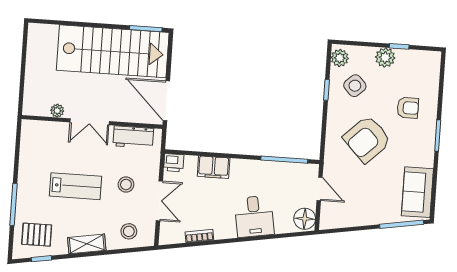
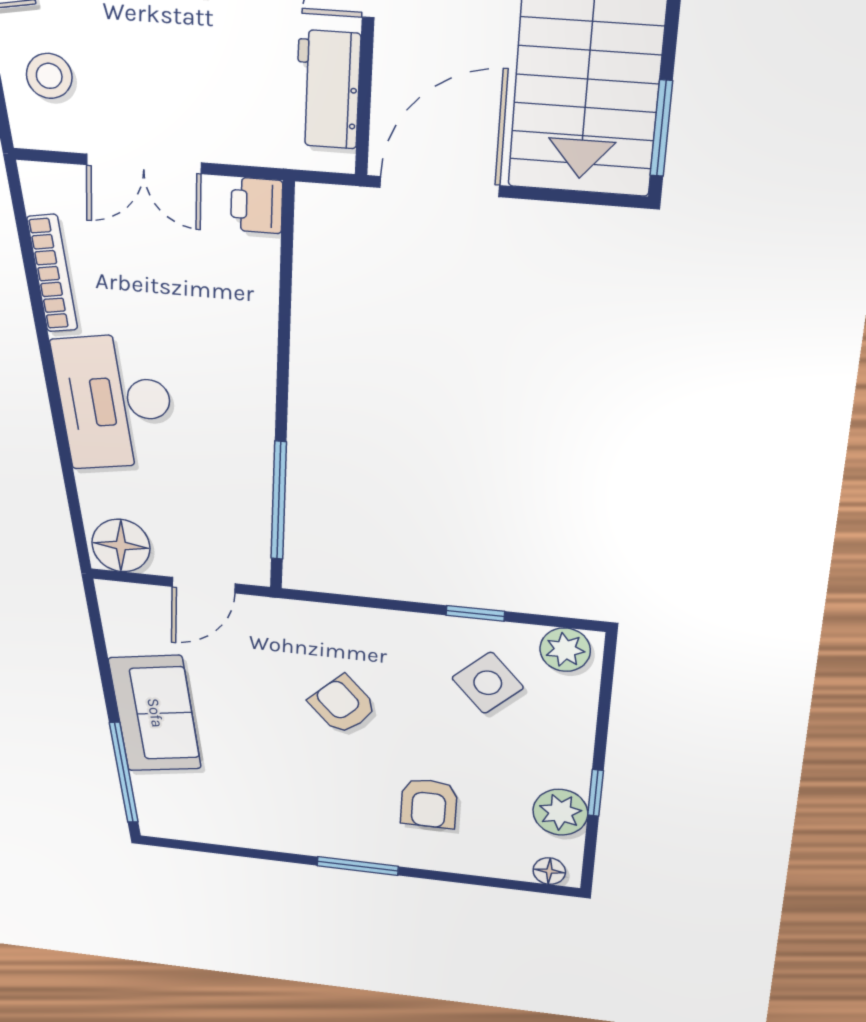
plant: (385, 57) -> (560, 812), moved
floor lamp: (435, 63) -> (549, 871), added
armchair: (367, 139) -> (343, 705), width x0.53, depth x0.53
filing cabinet: (214, 167) -> (249, 315), removed
stool: (126, 185) -> (185, 68), removed
sofa: (417, 192) -> (155, 713), moved, turned 81
desk: (254, 216) -> (115, 401), width x1.37
bookcase: (199, 236) -> (52, 273), width x1.56

